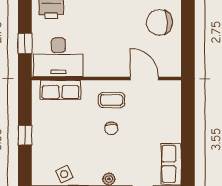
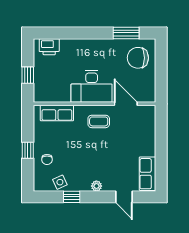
desk: (58, 57) -> (92, 86), moved
chair: (111, 128) -> (47, 160), moved

